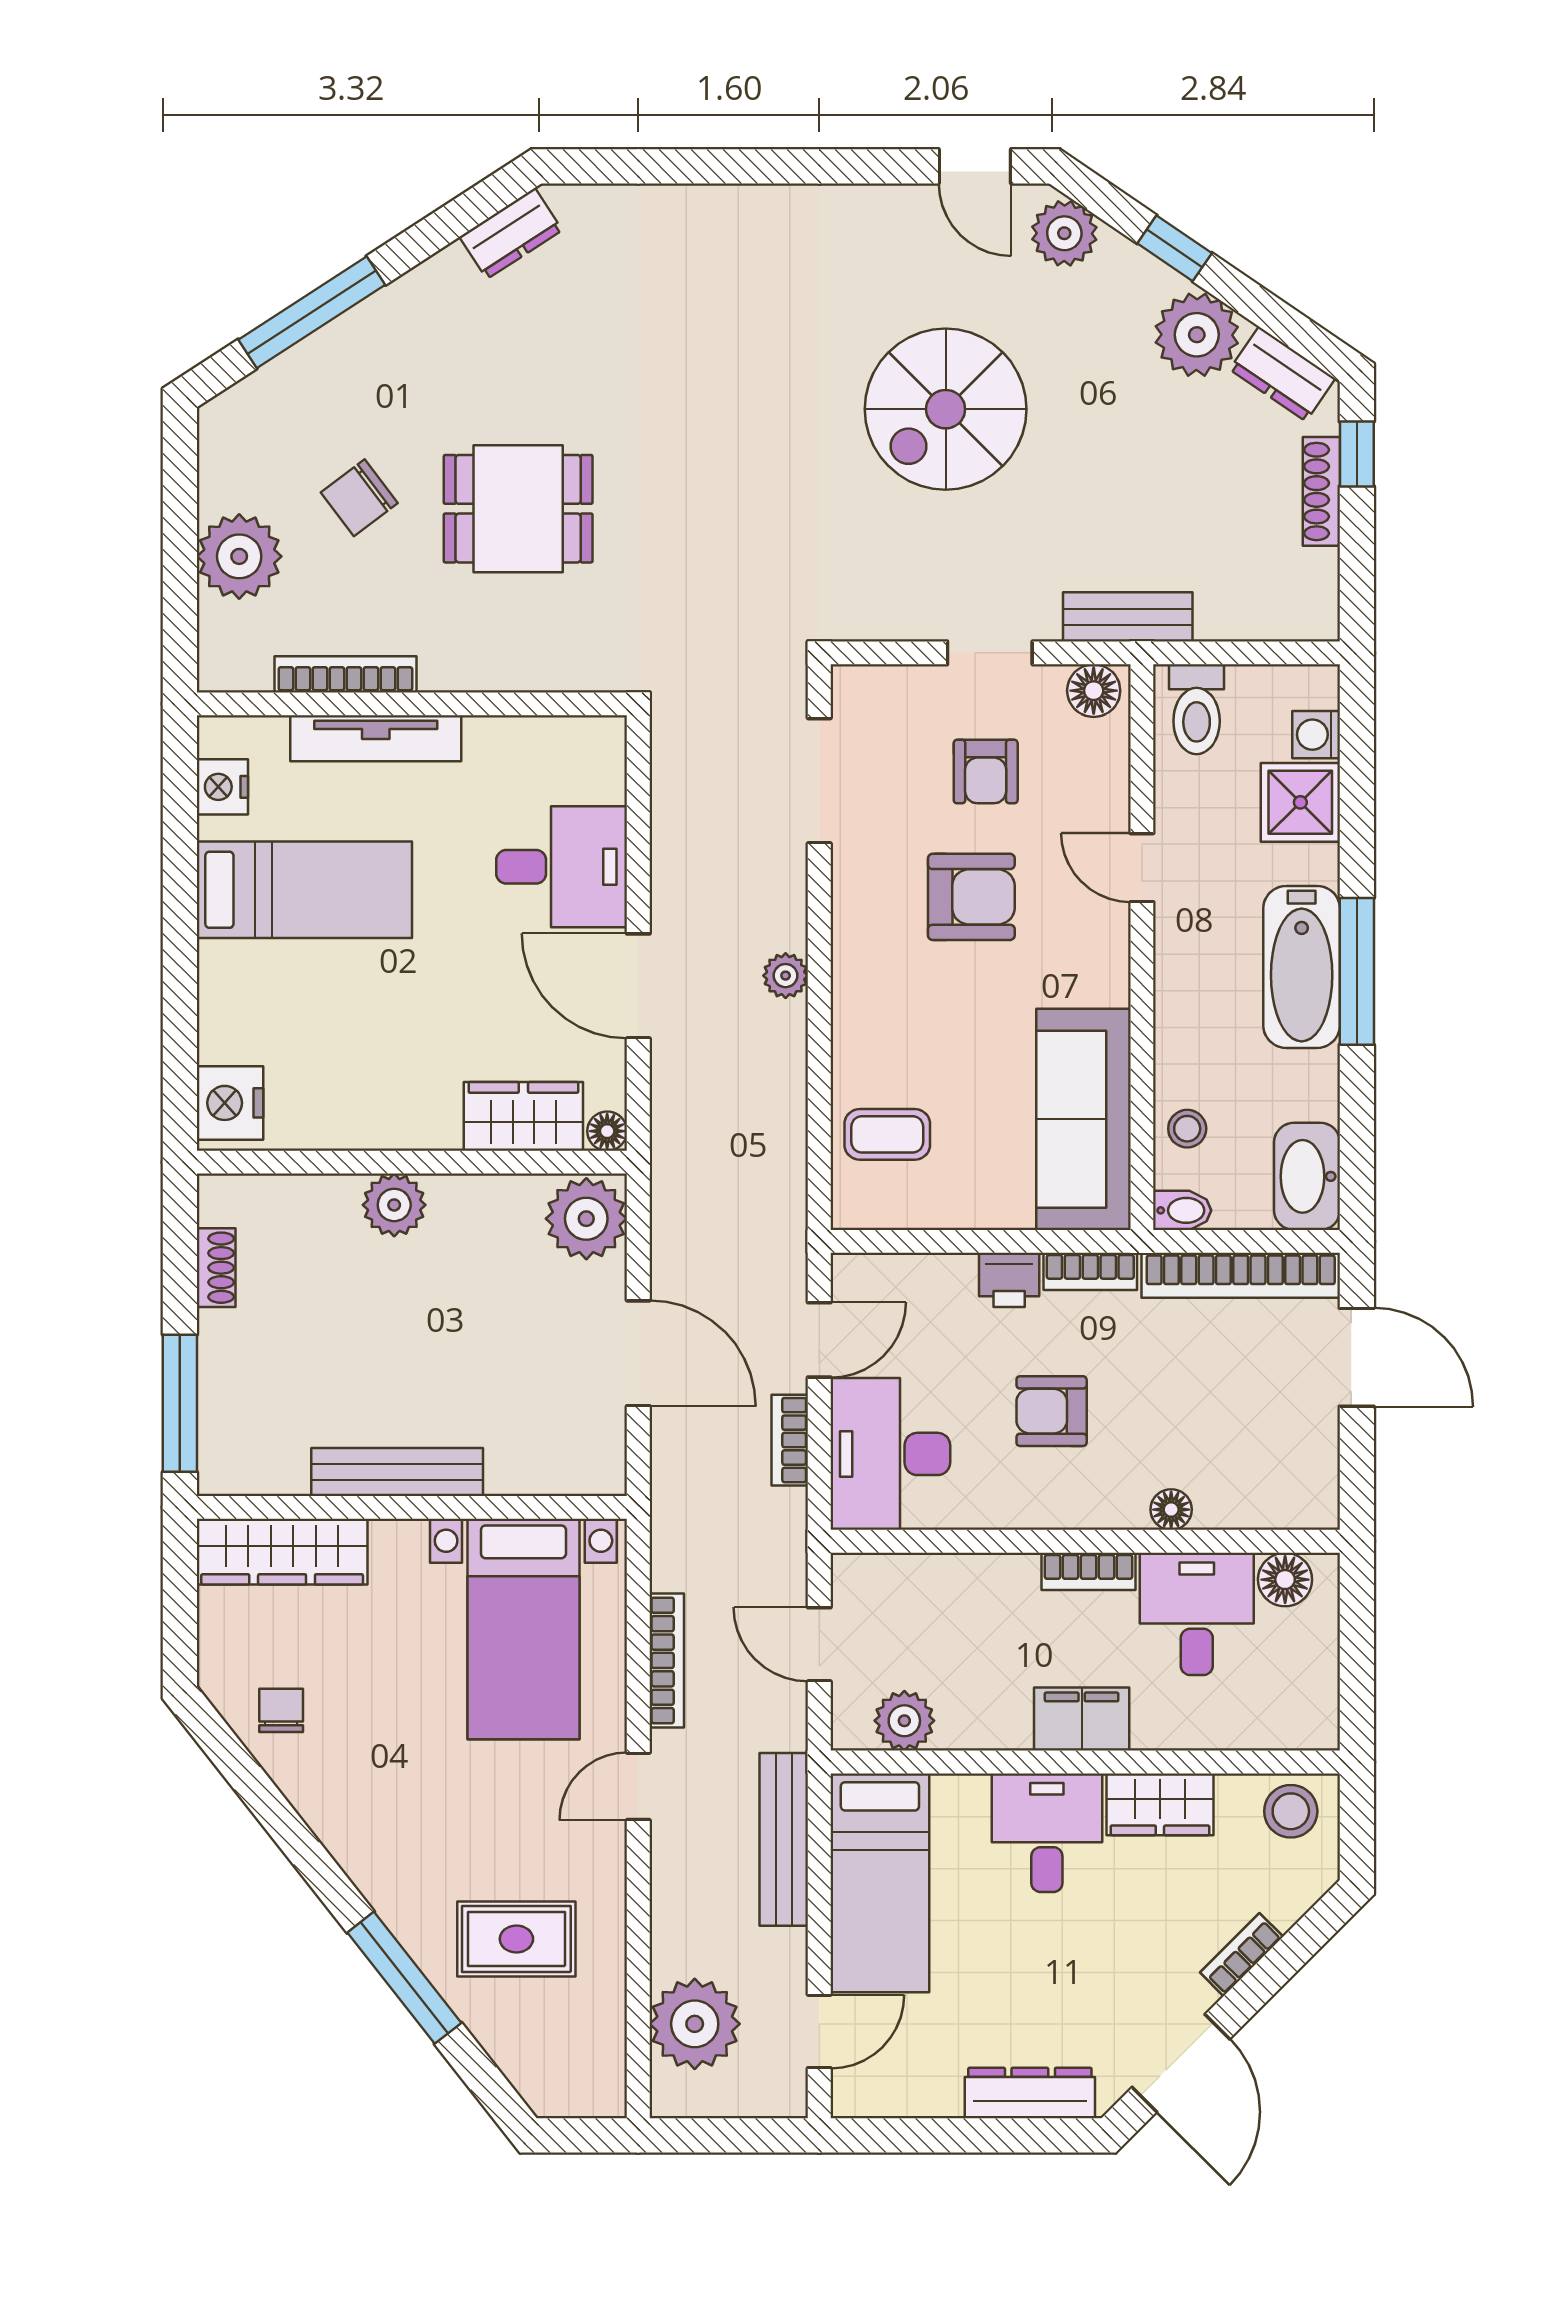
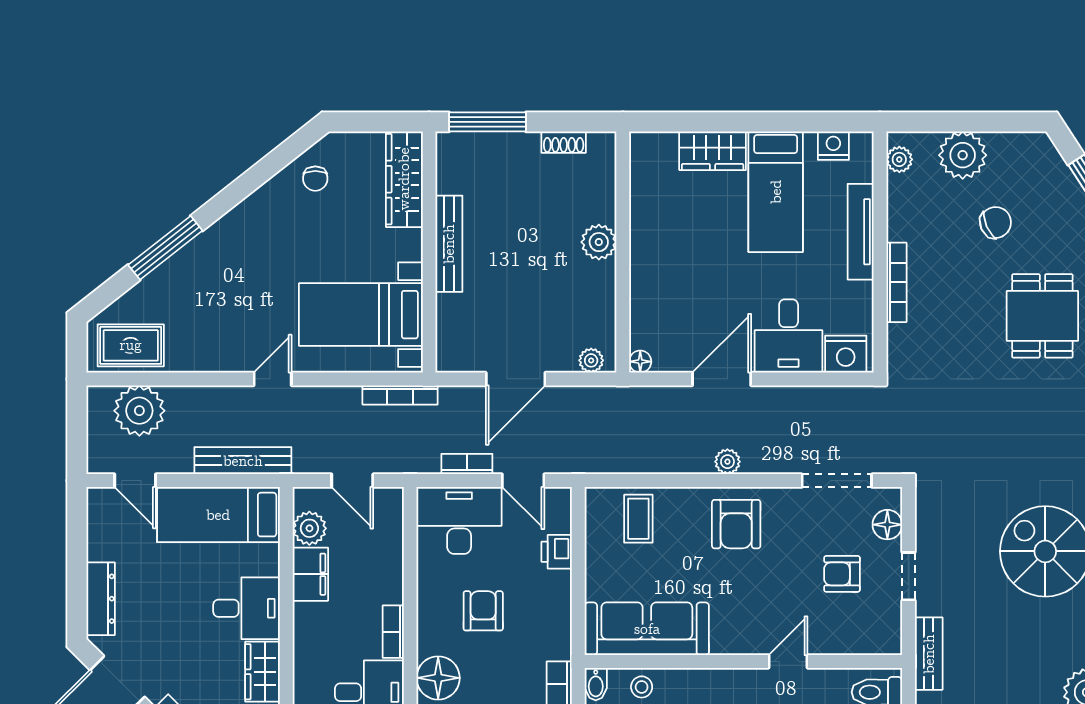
chair: (359, 498) -> (996, 222), turned 103
dining table: (518, 509) -> (1042, 316), moved
plant: (247, 669) -> (899, 159), added
bookcase: (345, 674) -> (896, 282), moved
floor lamp: (1094, 691) -> (887, 525), moved
armchair: (971, 897) -> (736, 524), moved
nightstand: (230, 1103) -> (846, 354), moved, turned 180
wardrobe: (523, 1116) -> (713, 151), moved, turned 90
plant: (586, 1219) -> (591, 360), width x0.53, depth x0.53
bookcase: (1090, 1271) -> (562, 633), removed
printer: (1009, 1280) -> (557, 552), moved
floor lamp: (1171, 1510) -> (438, 678), width x1.89, depth x1.89
door: (819, 1644) -> (352, 481), swing flipped
bookcase: (667, 1660) -> (400, 395), moved
chair: (281, 1710) -> (315, 179), turned 90
filing cabinet: (1082, 1719) -> (310, 574), moved
door: (638, 1786) -> (273, 379), hinge flipped
rug: (516, 1939) -> (131, 345), moved, turned 90

